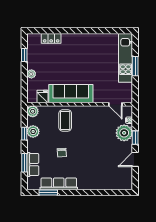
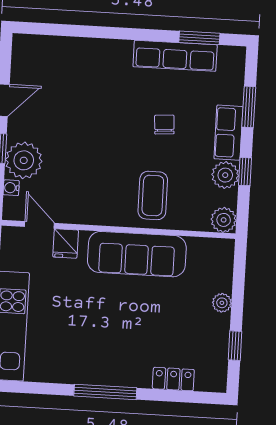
window: (81, 31) -> (105, 392), added
fridge: (43, 97) -> (66, 243), moved
row of seats: (33, 165) -> (228, 133), moved

